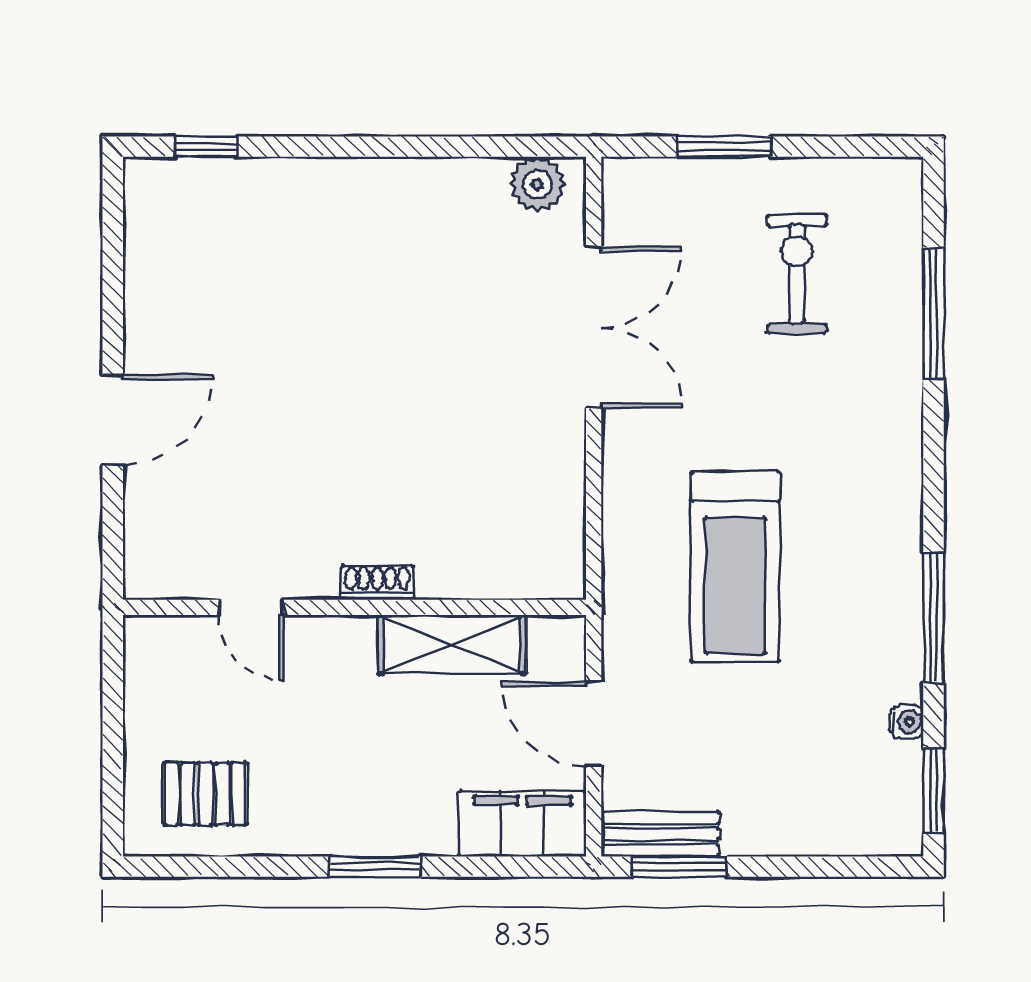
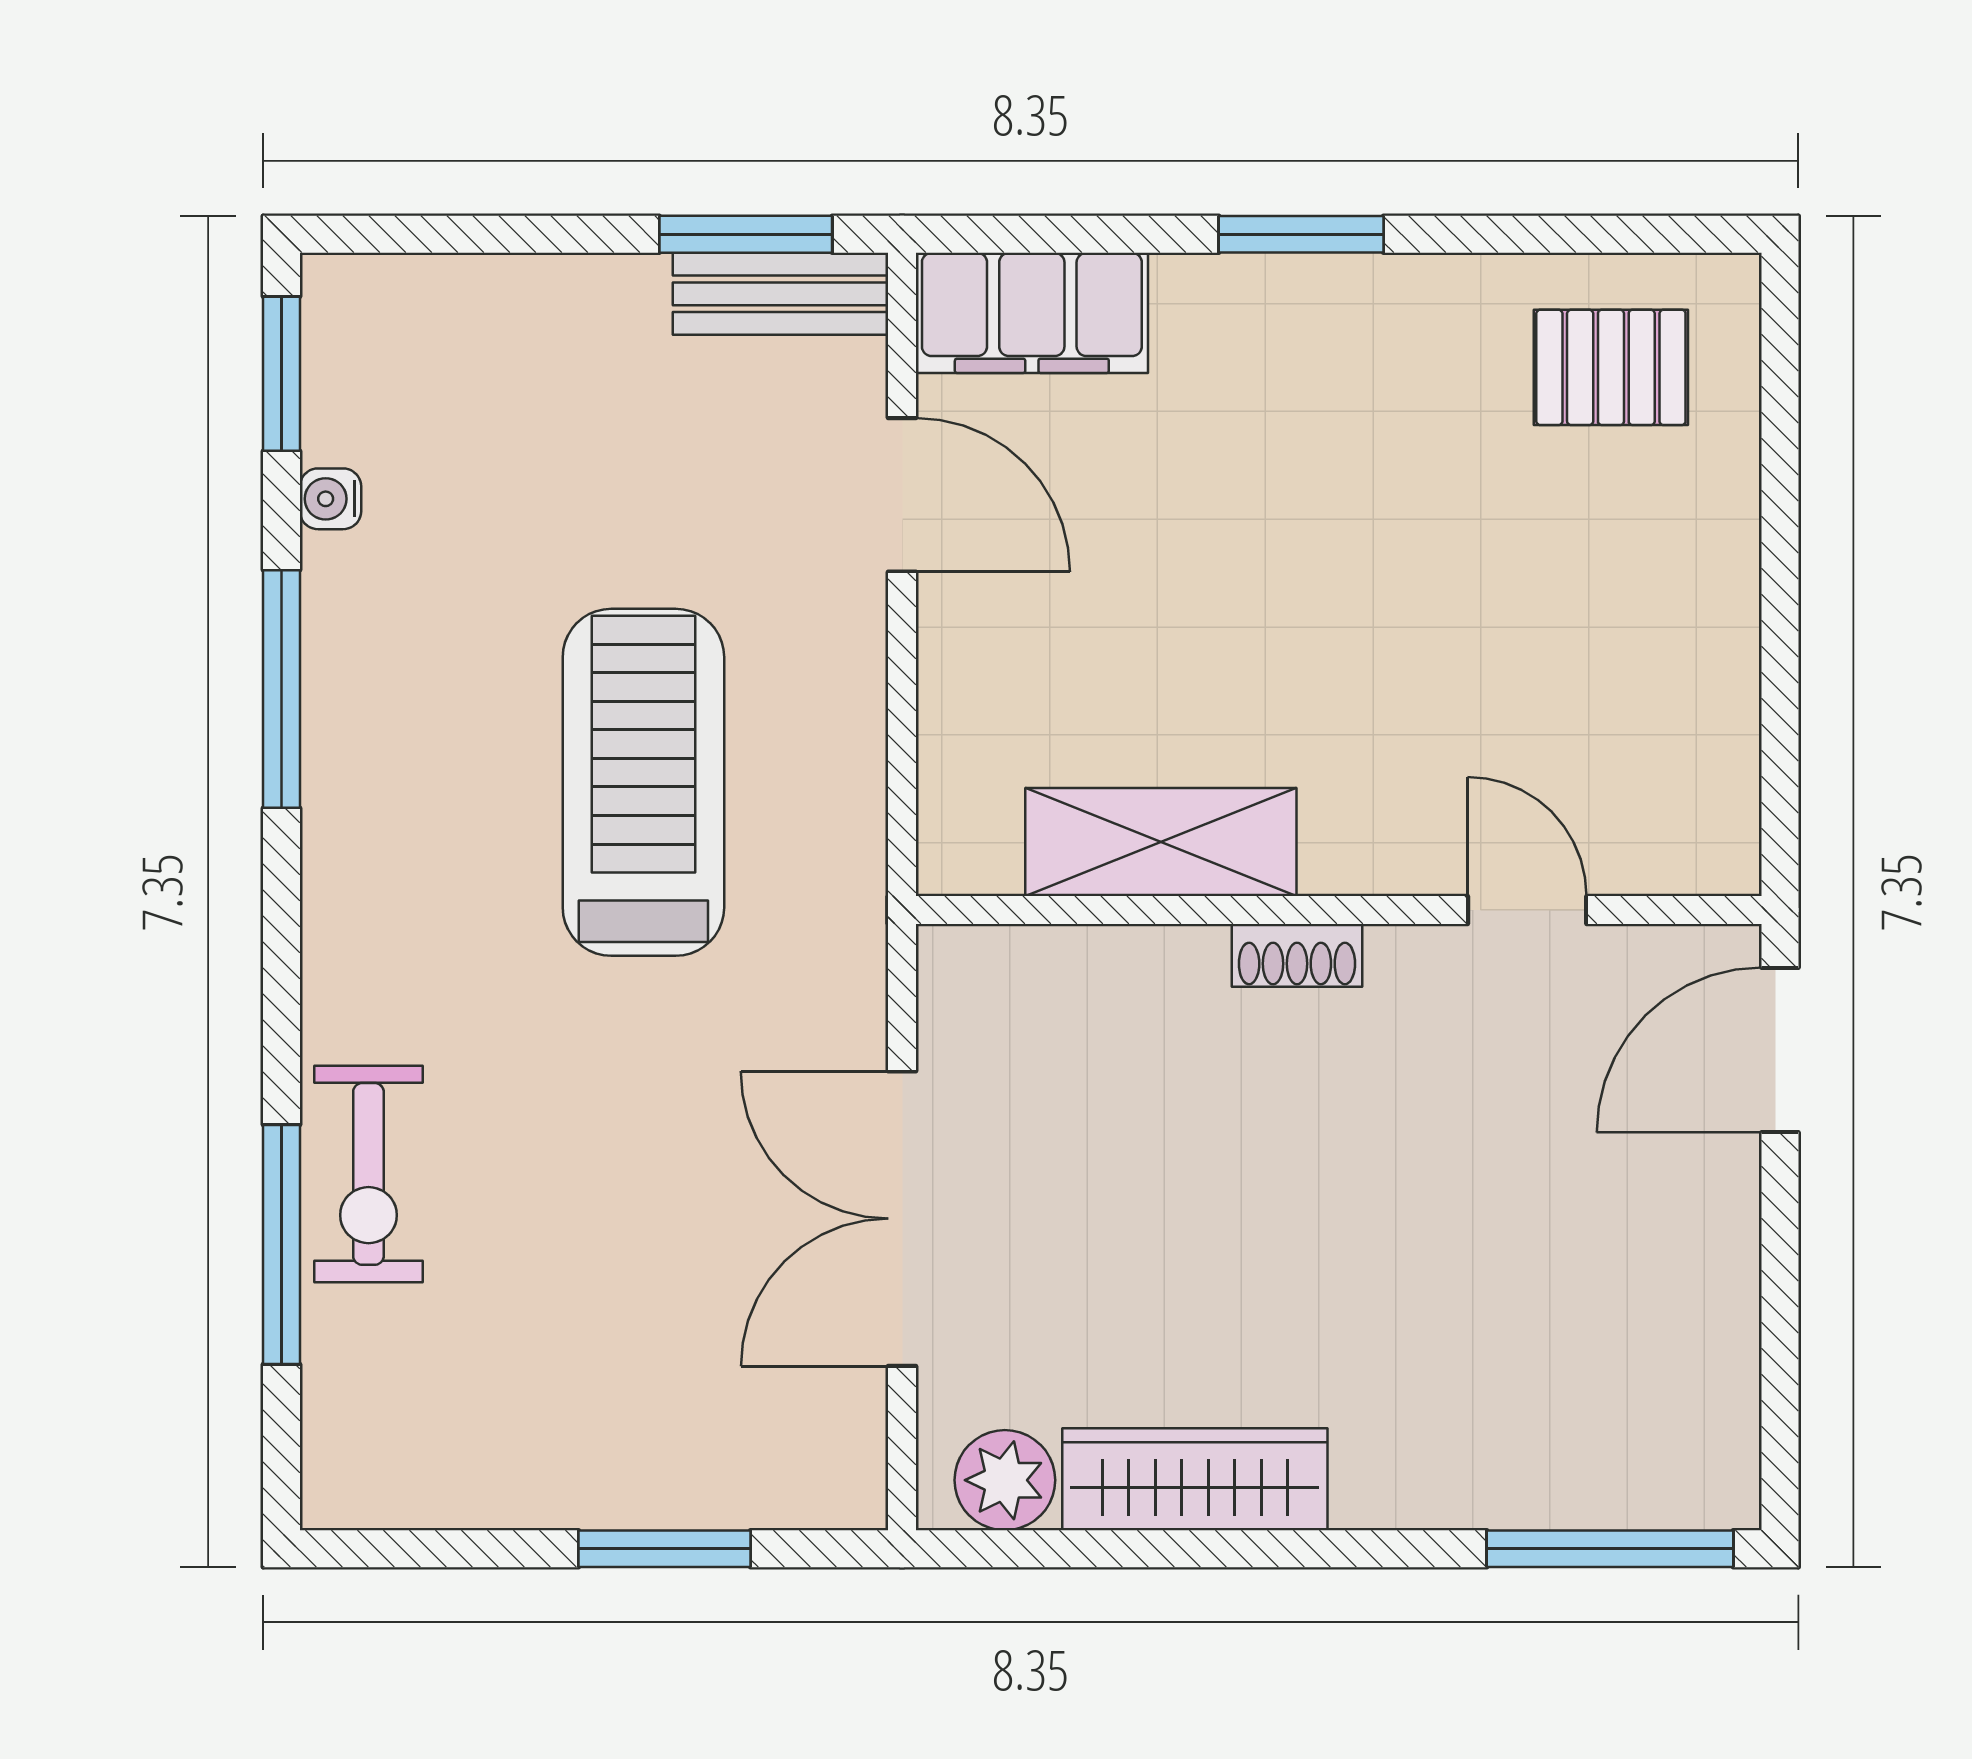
window: (206, 147) -> (1610, 1549), width x2.17
wardrobe: (433, 185) -> (1195, 1479), added
exercise bike: (797, 274) -> (368, 1174), moved
shoe rack: (377, 582) -> (1297, 955), moved
door: (251, 607) -> (1527, 910), moved
wall: (354, 607) -> (1339, 910), moved
shelving: (452, 645) -> (1161, 842), moved

